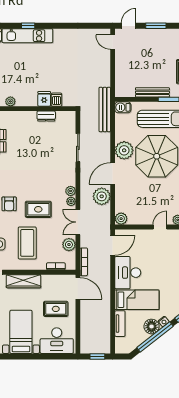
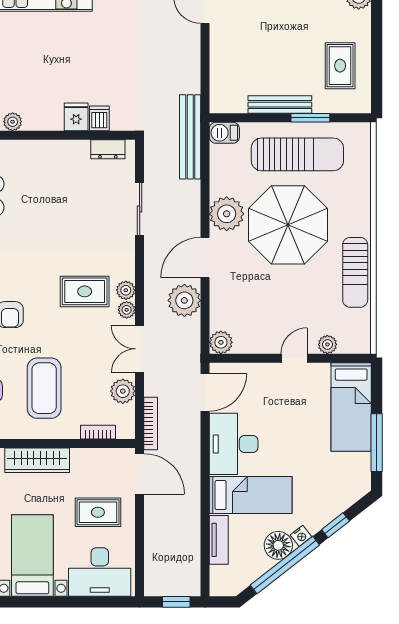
dresser: (46, 116) -> (108, 149), moved
rug: (38, 209) -> (85, 291), moved

